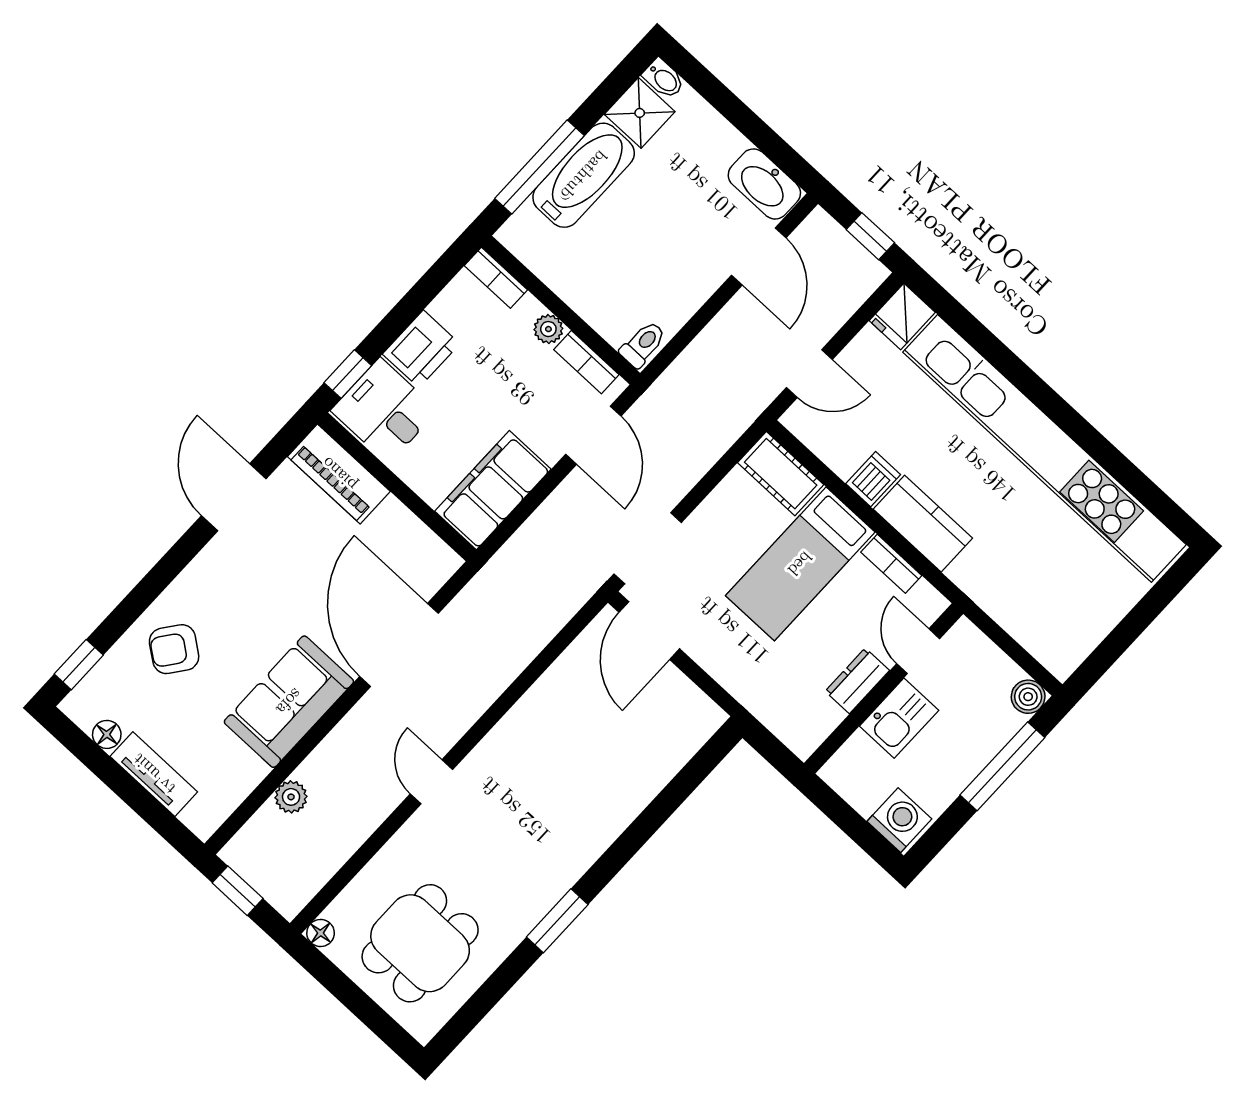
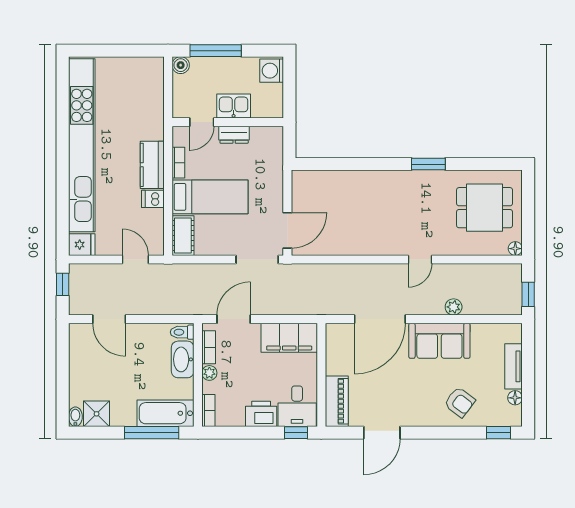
bathtub: (584, 175) -> (166, 413), moved
washbasin: (764, 184) -> (183, 359), moved, turned 180
door: (759, 257) -> (109, 319), swing flipped
plant: (291, 797) -> (454, 307), moved

